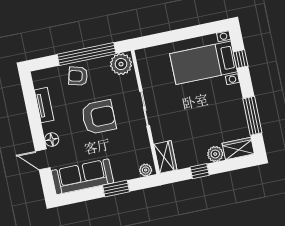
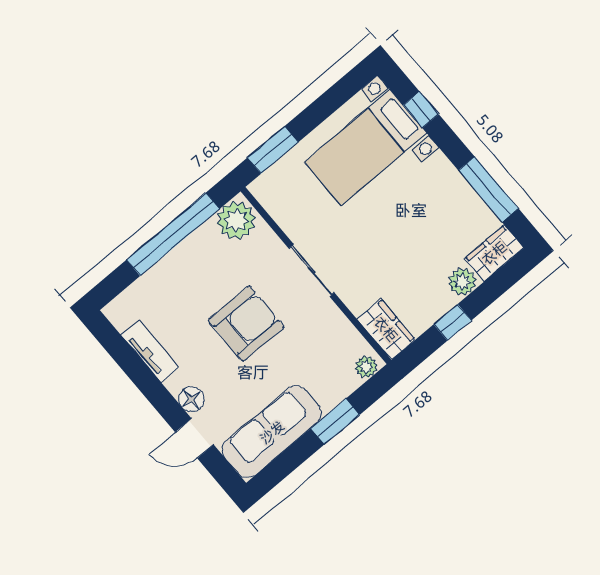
window: (158, 39) -> (273, 150), added
armchair: (78, 76) -> (179, 276), removed

